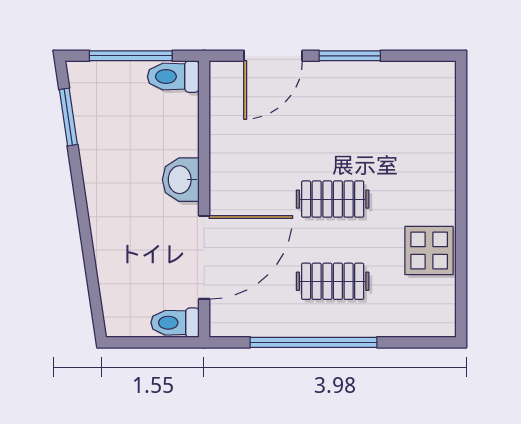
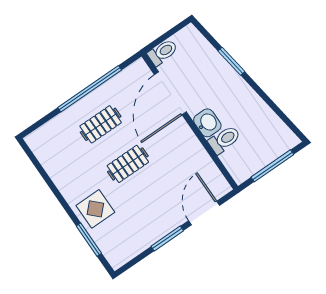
toilet: (173, 77) -> (224, 140), moved
window: (68, 117) -> (231, 61), moved
window: (461, 130) -> (89, 240), added
display table: (429, 251) -> (95, 209), moved

